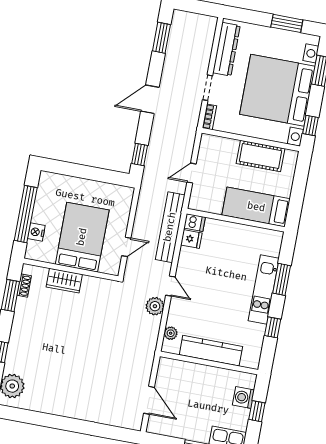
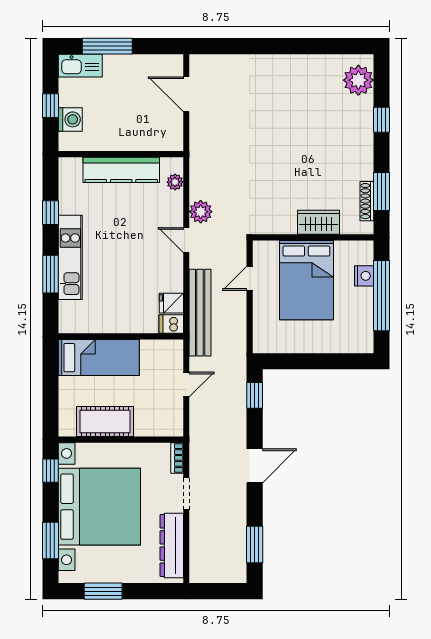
shoe rack: (24, 286) -> (367, 201), width x1.43

